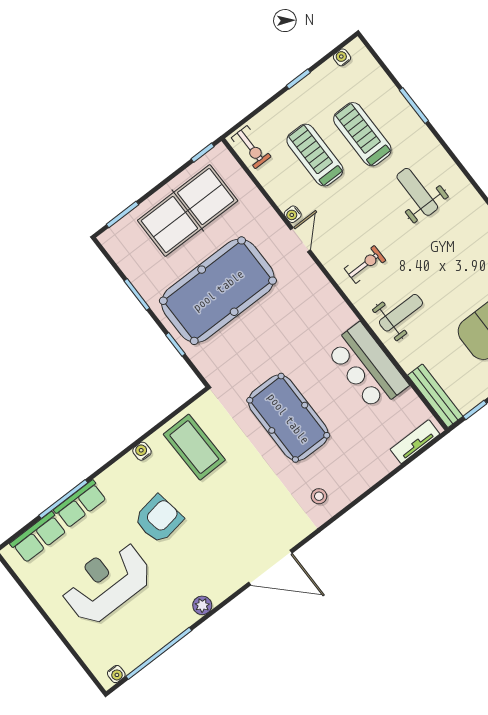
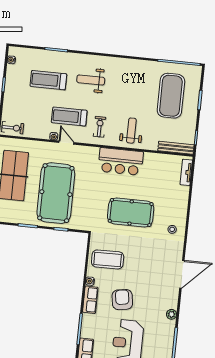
treadmill: (315, 155) -> (69, 117), moved
bar counter: (367, 367) -> (121, 161), moved
row of seats: (80, 504) -> (90, 300), moved

